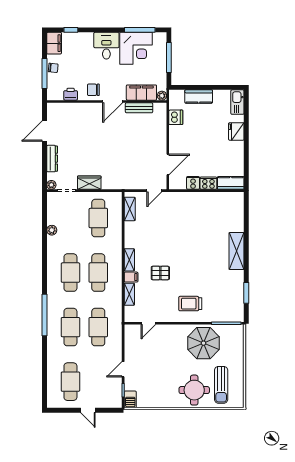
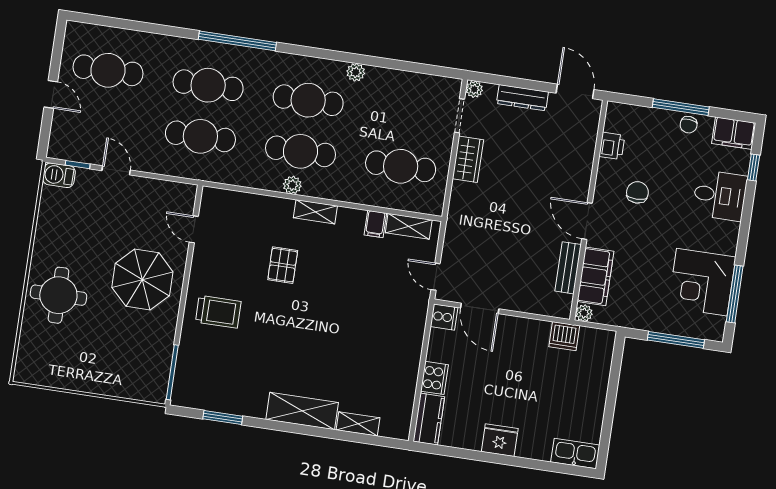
desk: (106, 46) -> (720, 195), moved
filing cabinet: (141, 93) -> (595, 276), moved
printer: (71, 94) -> (612, 146), moved
plant: (162, 96) -> (584, 313), moved
kitchen counter: (199, 97) -> (596, 384), removed
wall: (107, 101) -> (589, 210), moved
door: (113, 101) -> (587, 221), moved
bench: (139, 108) -> (568, 268), moved
fridge: (236, 131) -> (500, 440), moved
cooker: (193, 183) -> (444, 317), moved
plant: (52, 230) -> (356, 72), moved
plant: (117, 274) -> (292, 185), added
filing cabinet: (131, 277) -> (375, 224), moved
shelving: (129, 294) -> (358, 424), moved
trolley: (190, 304) -> (218, 312), turned 90
parasol: (204, 343) -> (142, 280), moved
sun lounger: (221, 385) -> (61, 346), removed
door: (88, 410) -> (51, 94), swing flipped

